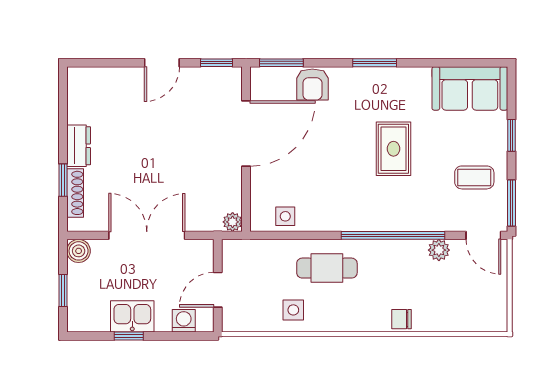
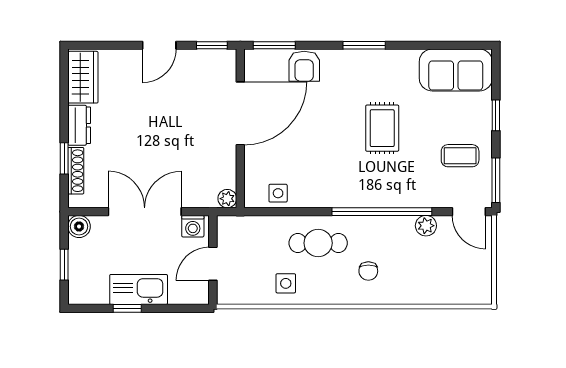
wardrobe: (83, 96) -> (83, 77), added
kitchen sink: (132, 316) -> (139, 289), width x1.38
chair: (401, 319) -> (368, 271), moved, turned -90
washing machine: (184, 321) -> (193, 226), moved, turned 180

